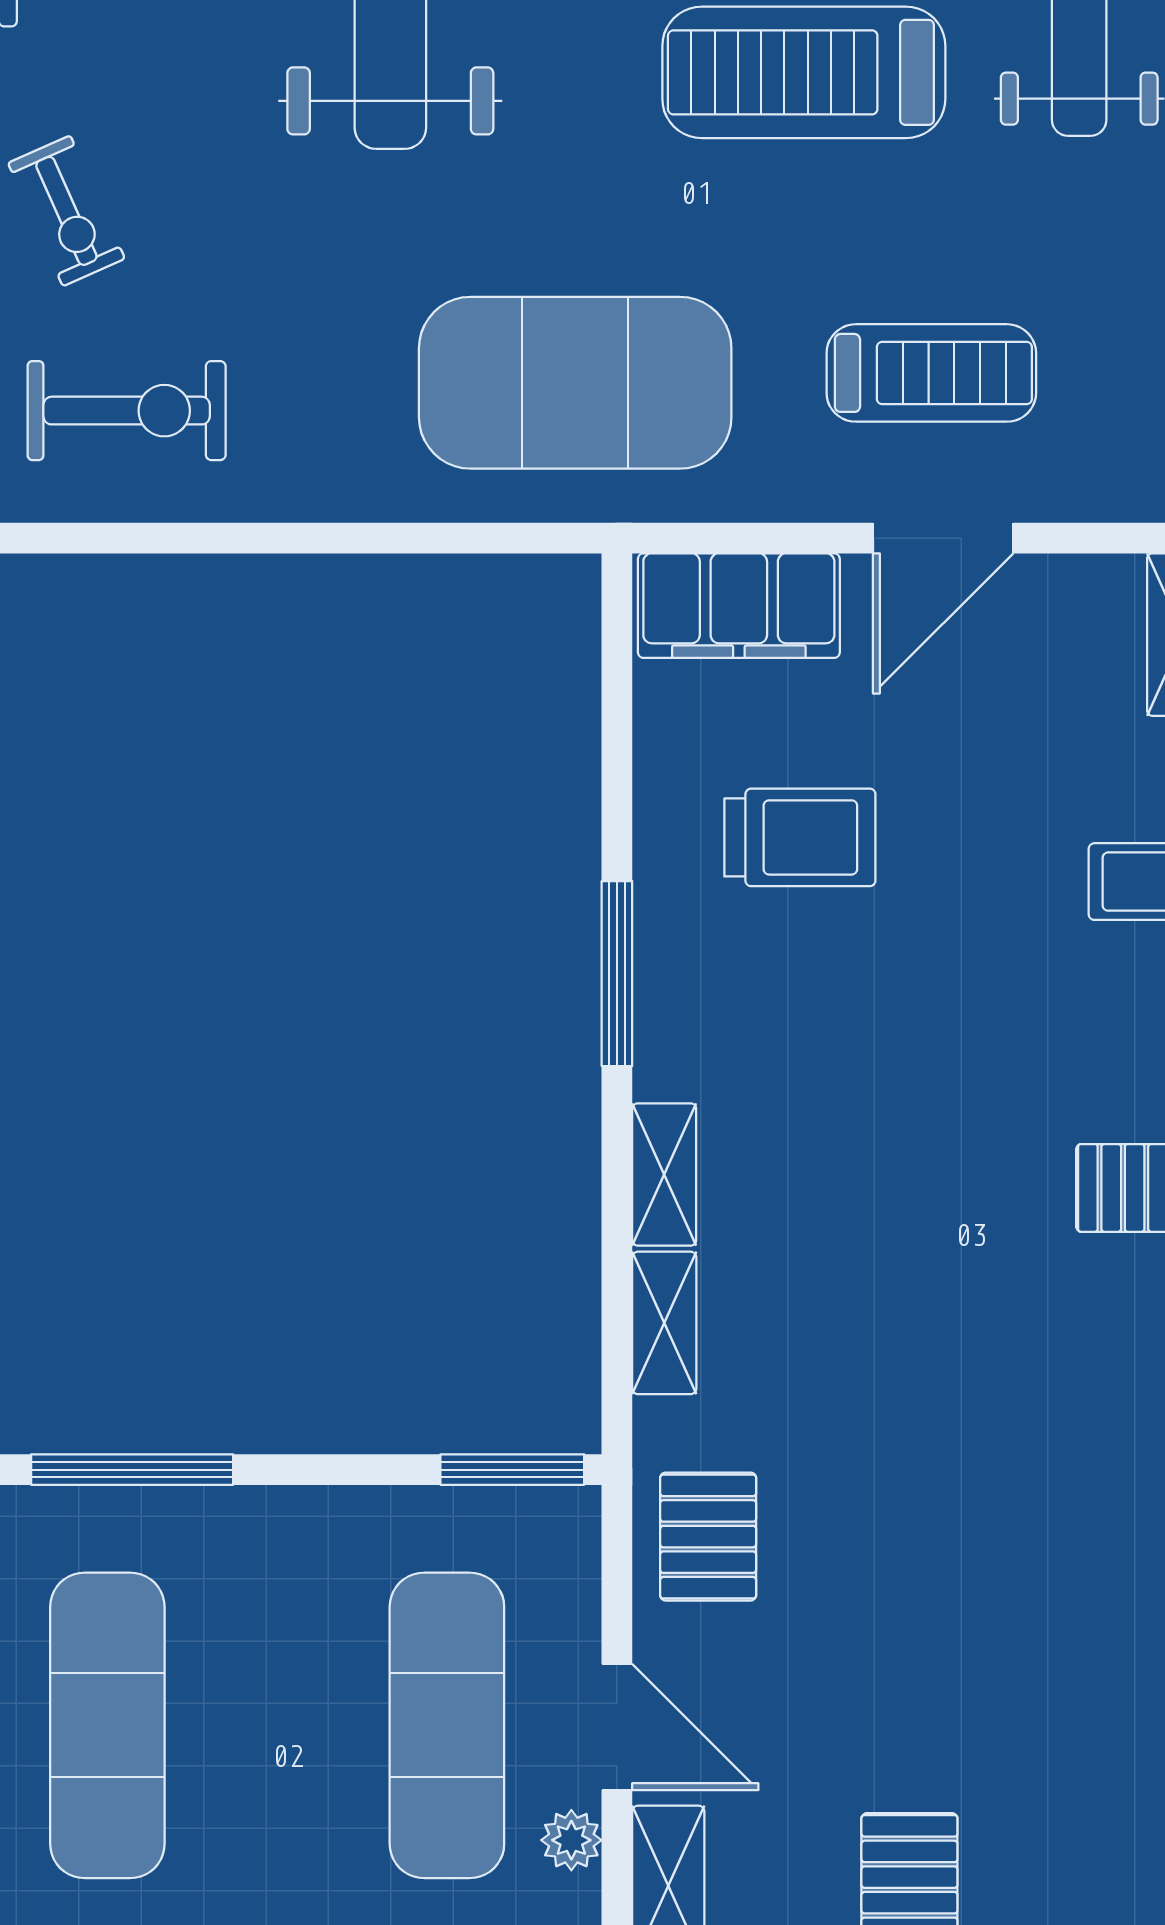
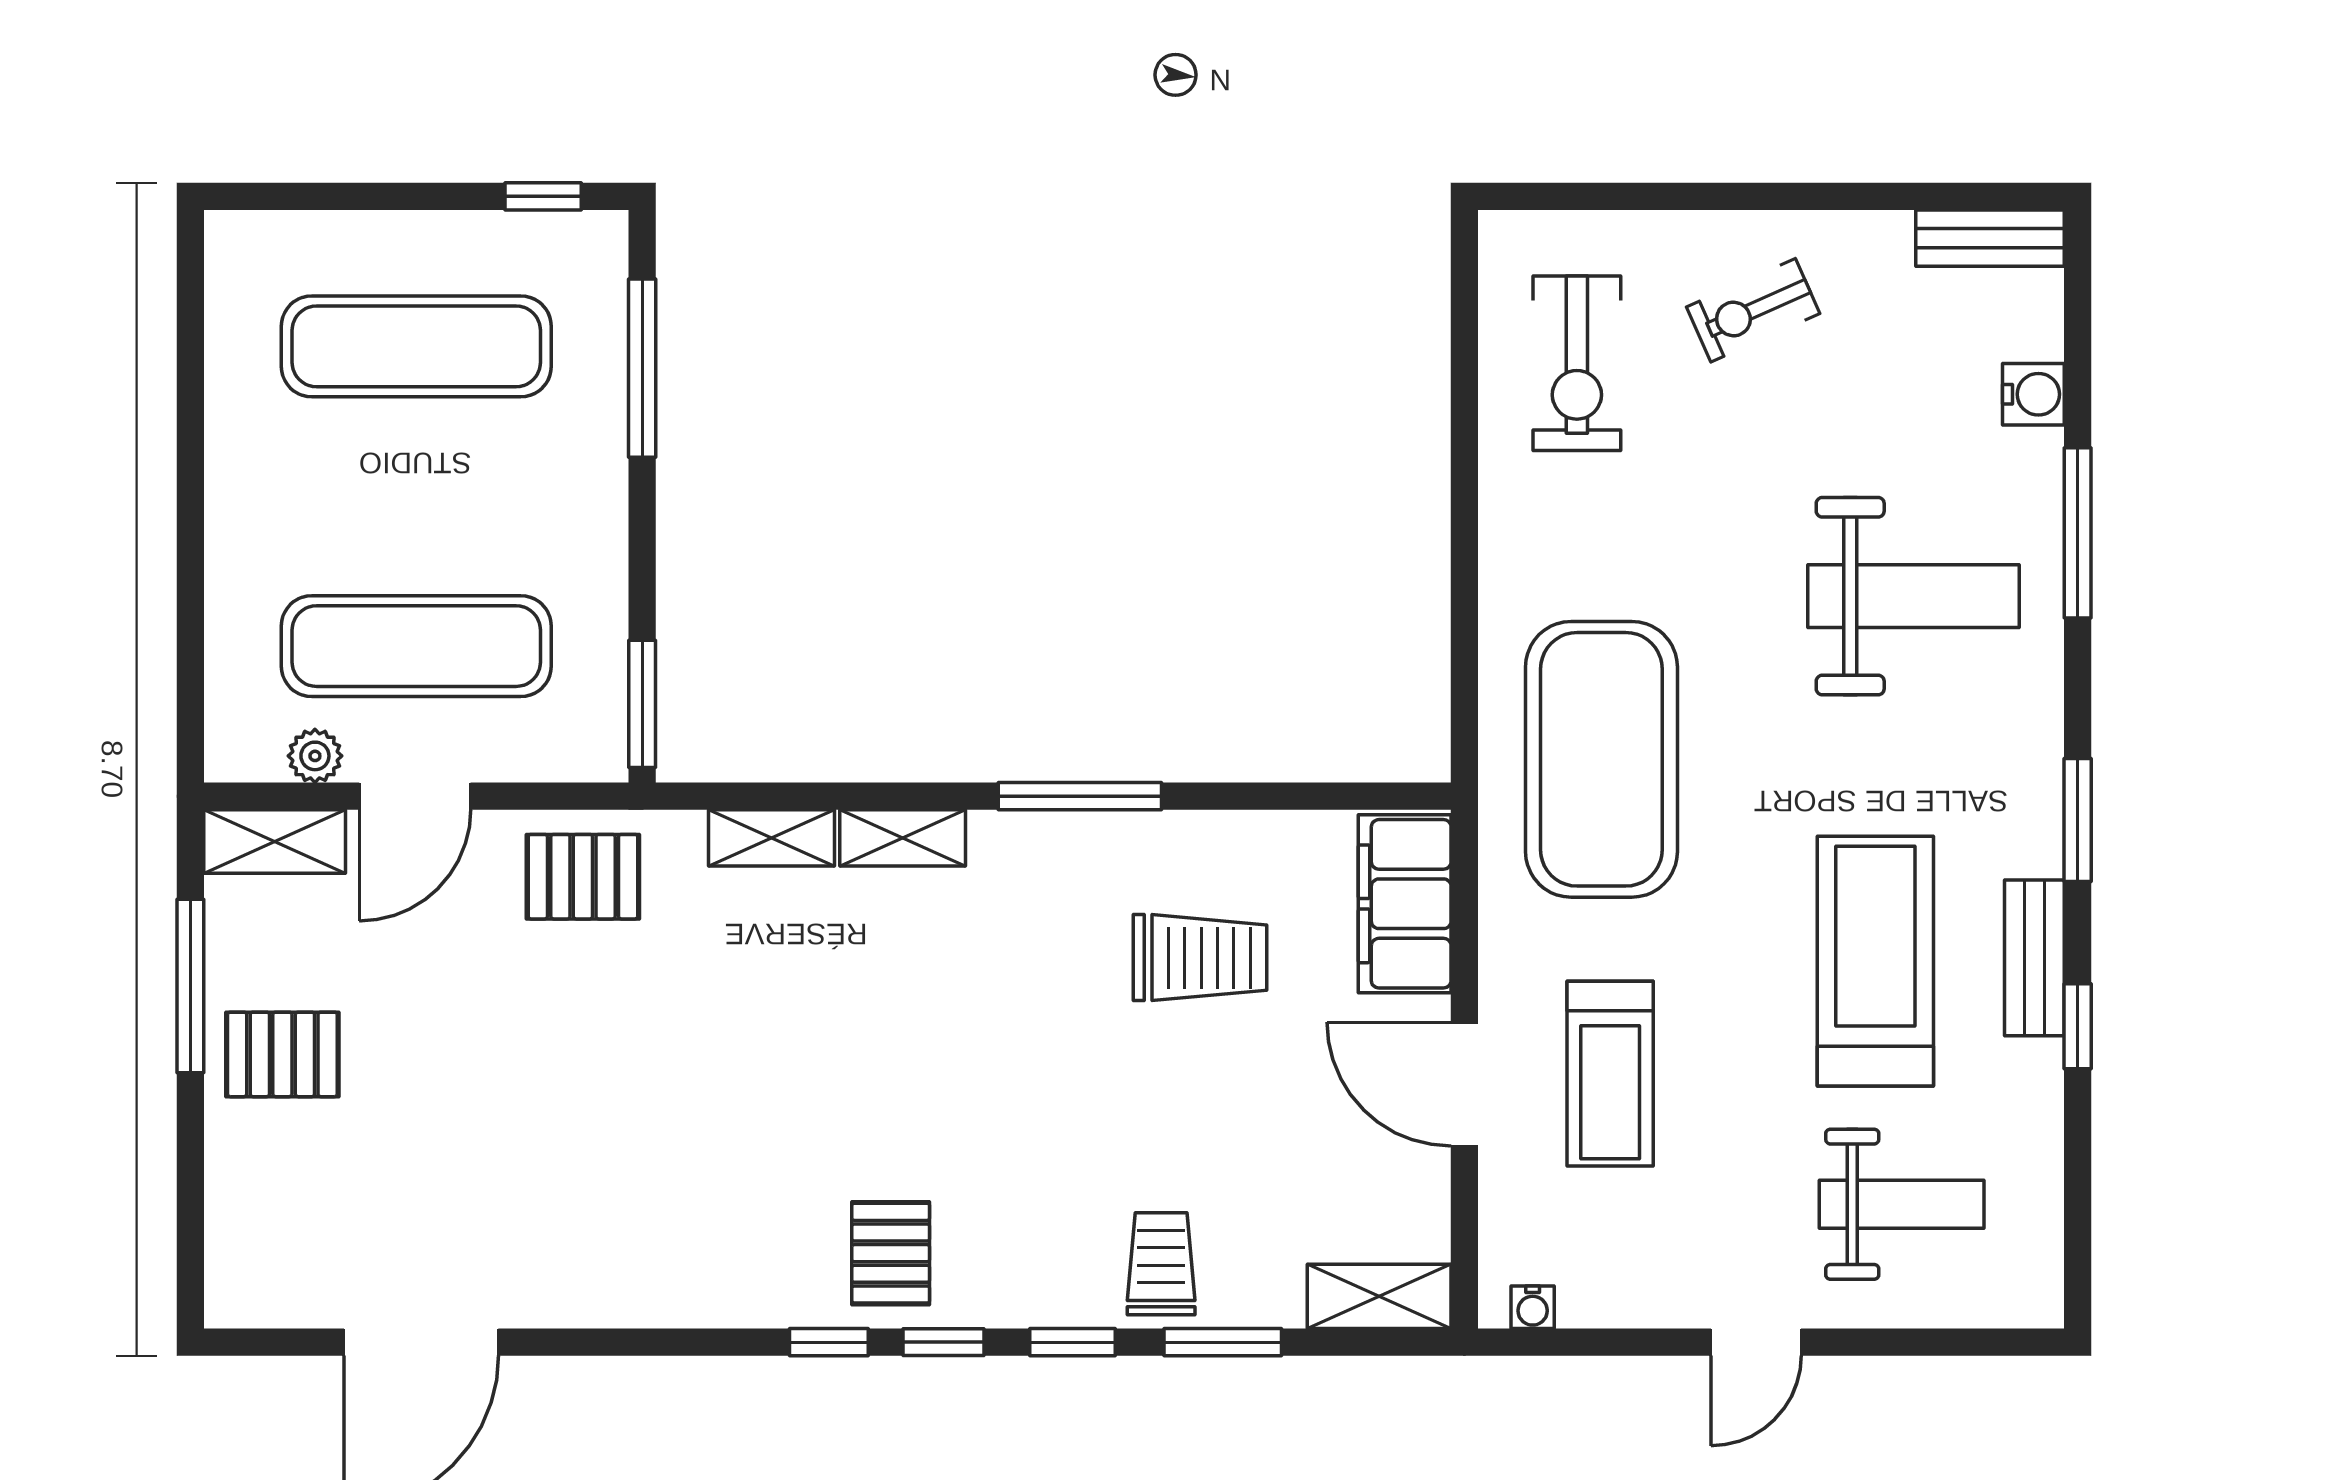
trolley: (800, 837) -> (1200, 958), turned -90

